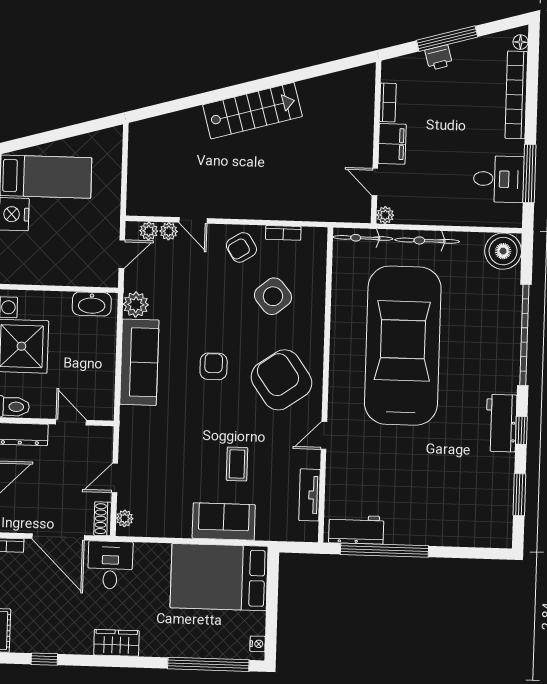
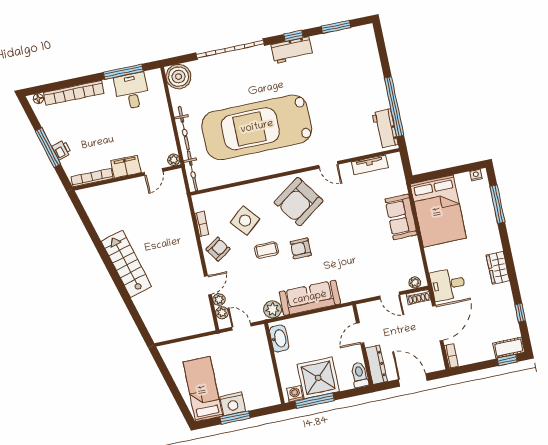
bookcase: (388, 102) -> (92, 178), width x1.56
armchair: (241, 247) -> (218, 249), turned -92
coffee table: (237, 464) -> (266, 250), moved
window: (208, 664) -> (497, 204), width x0.68

